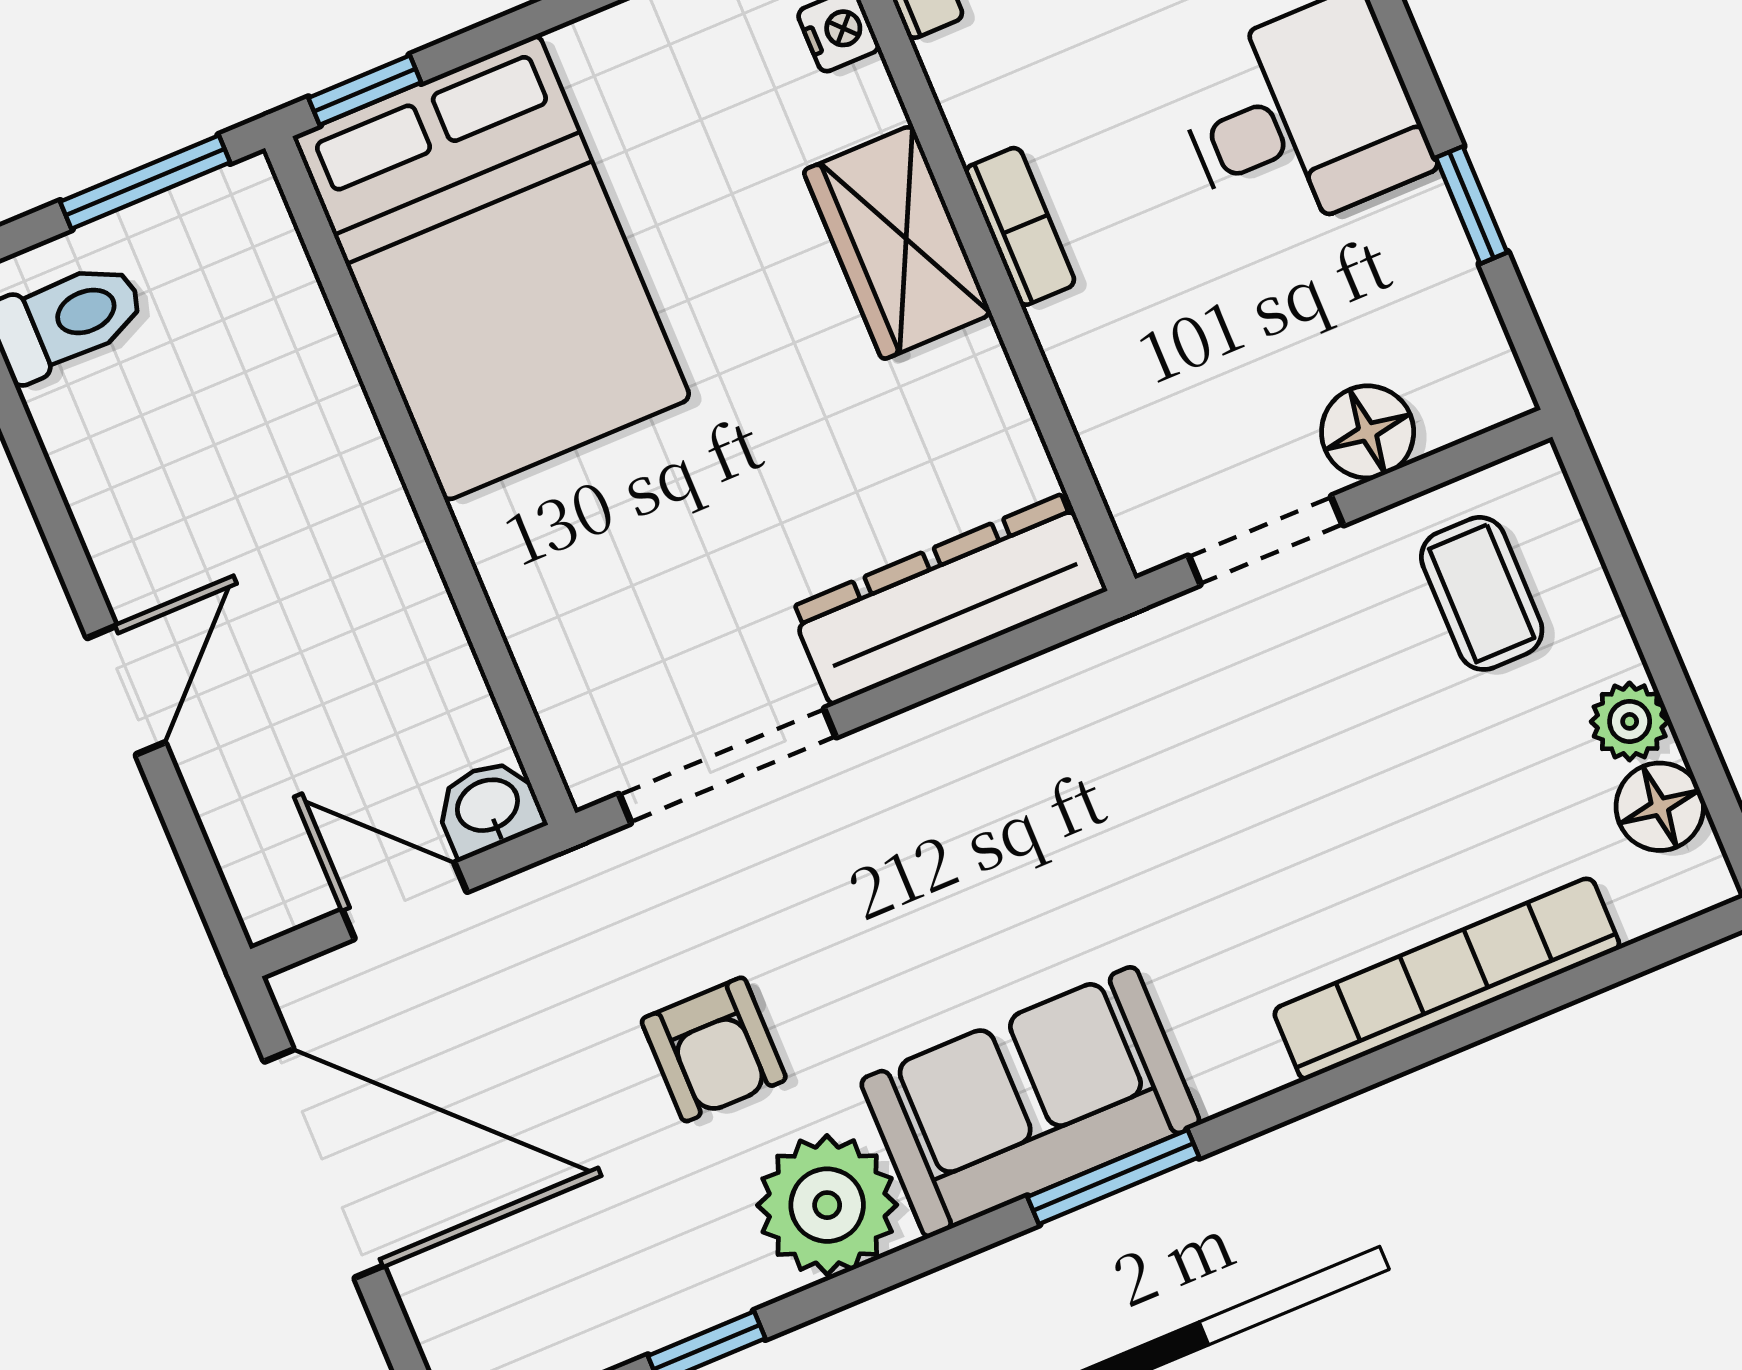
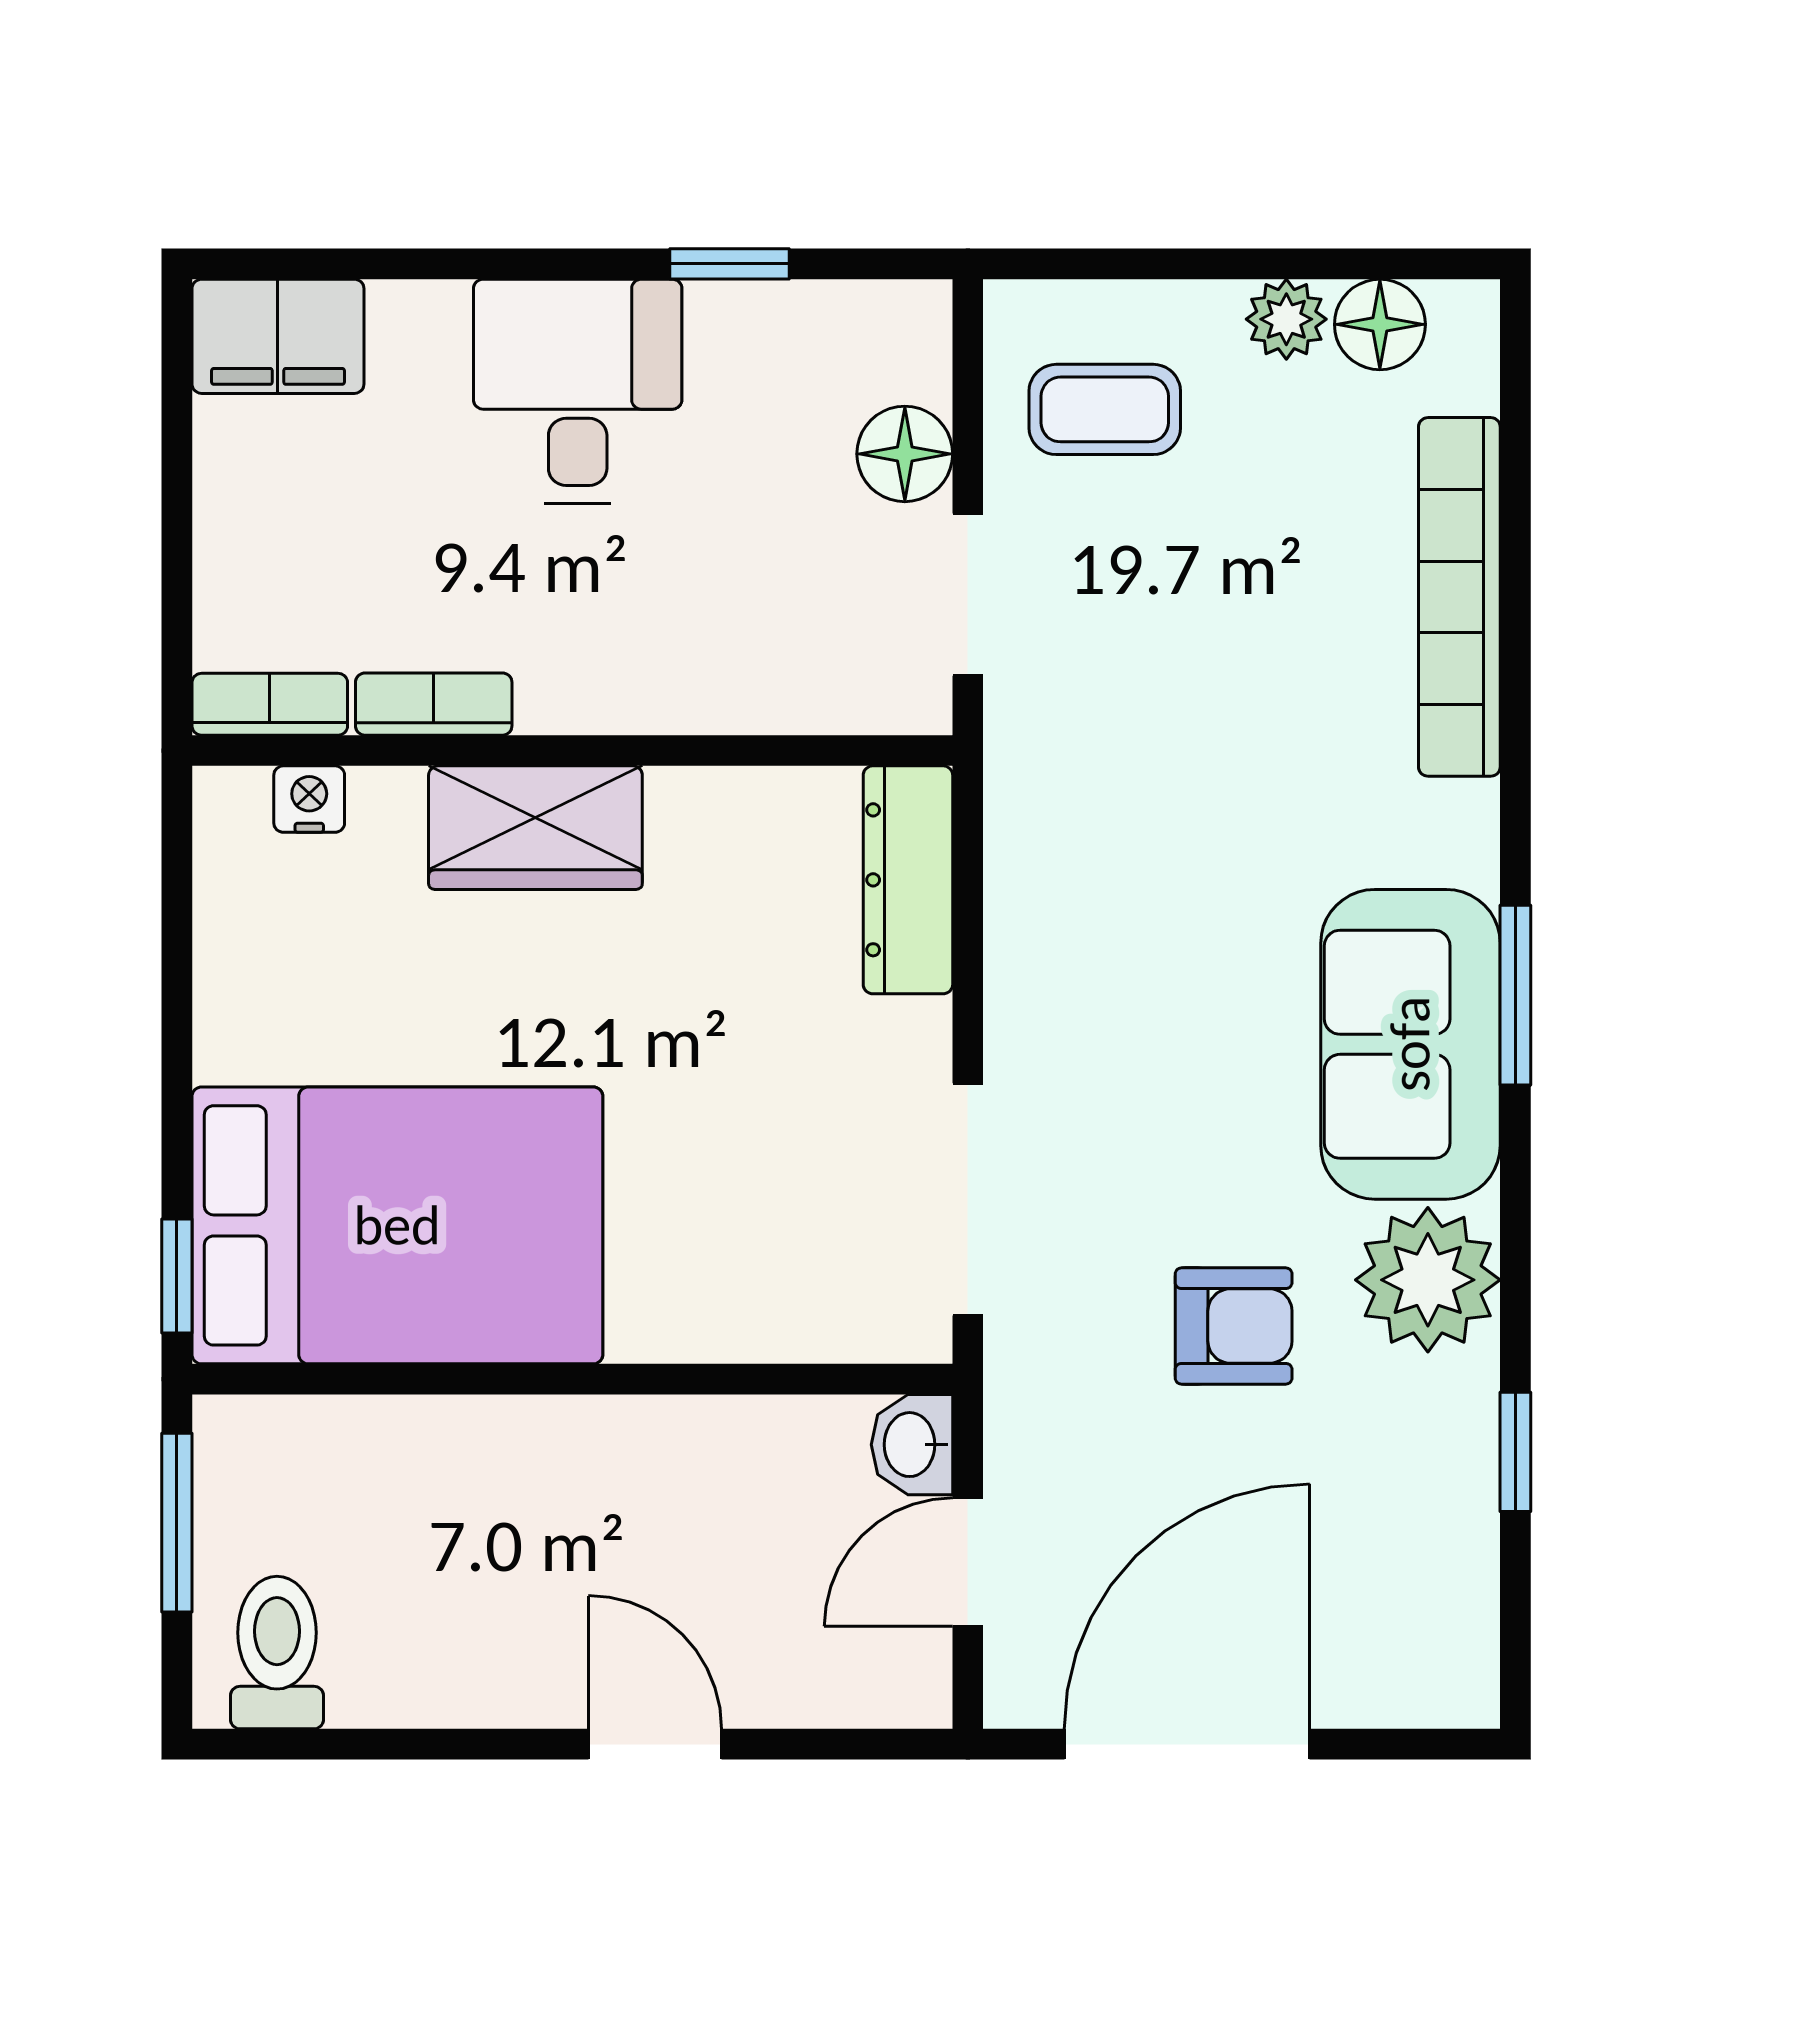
bookcase: (1020, 226) -> (434, 704), moved
dresser: (948, 599) -> (908, 880), width x0.73, depth x0.80

